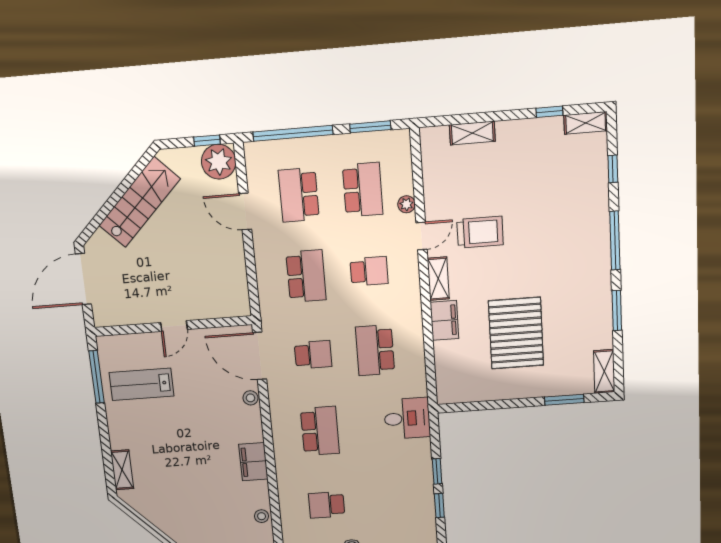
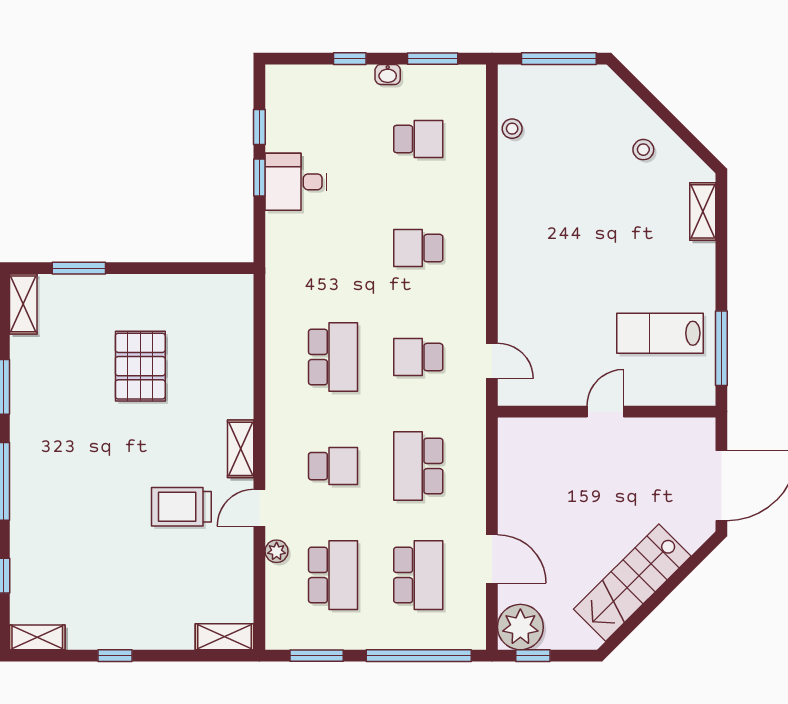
window: (549, 112) -> (115, 656), moved
shelving: (472, 133) -> (224, 637), moved
school desk: (363, 190) -> (333, 575), turned 180
school desk: (369, 271) -> (333, 466), turned 180
filing cabinet: (444, 320) -> (236, 391), removed
pallet: (516, 333) -> (140, 366), width x0.73, depth x0.71
door: (260, 356) -> (492, 361), width x0.53
lab bench: (142, 384) -> (660, 333), turned 180
stool: (250, 398) -> (643, 150), moved
desk: (407, 418) -> (296, 182), moved
school desk: (320, 431) -> (418, 248), width x0.54
filing cabinet: (253, 462) -> (516, 210), removed

